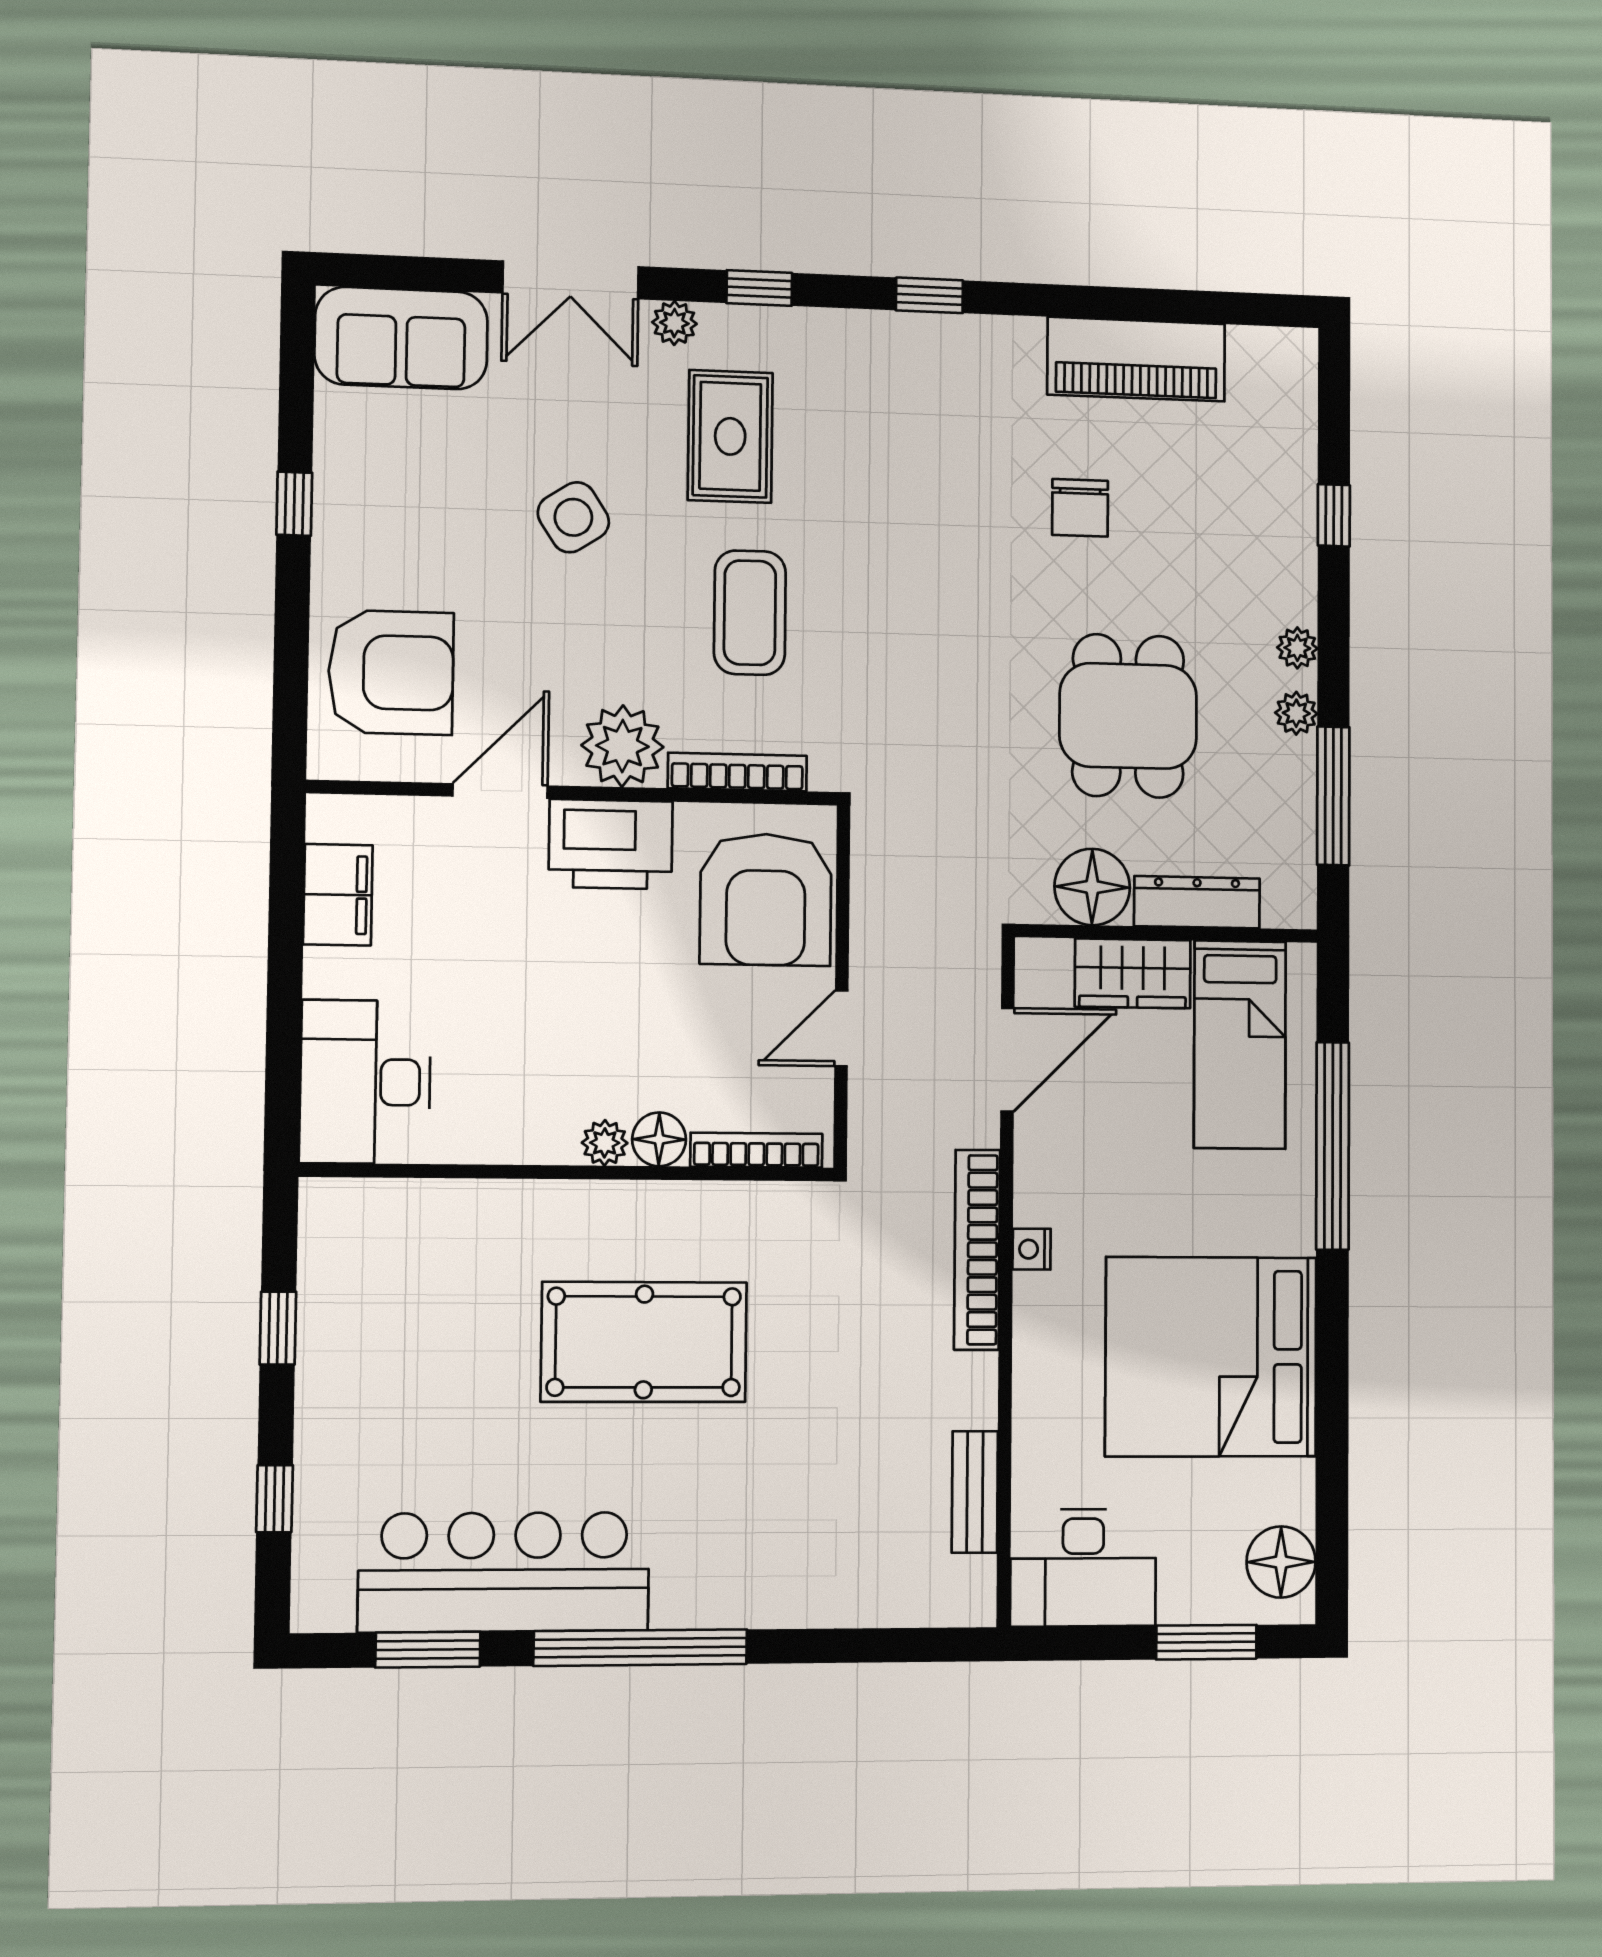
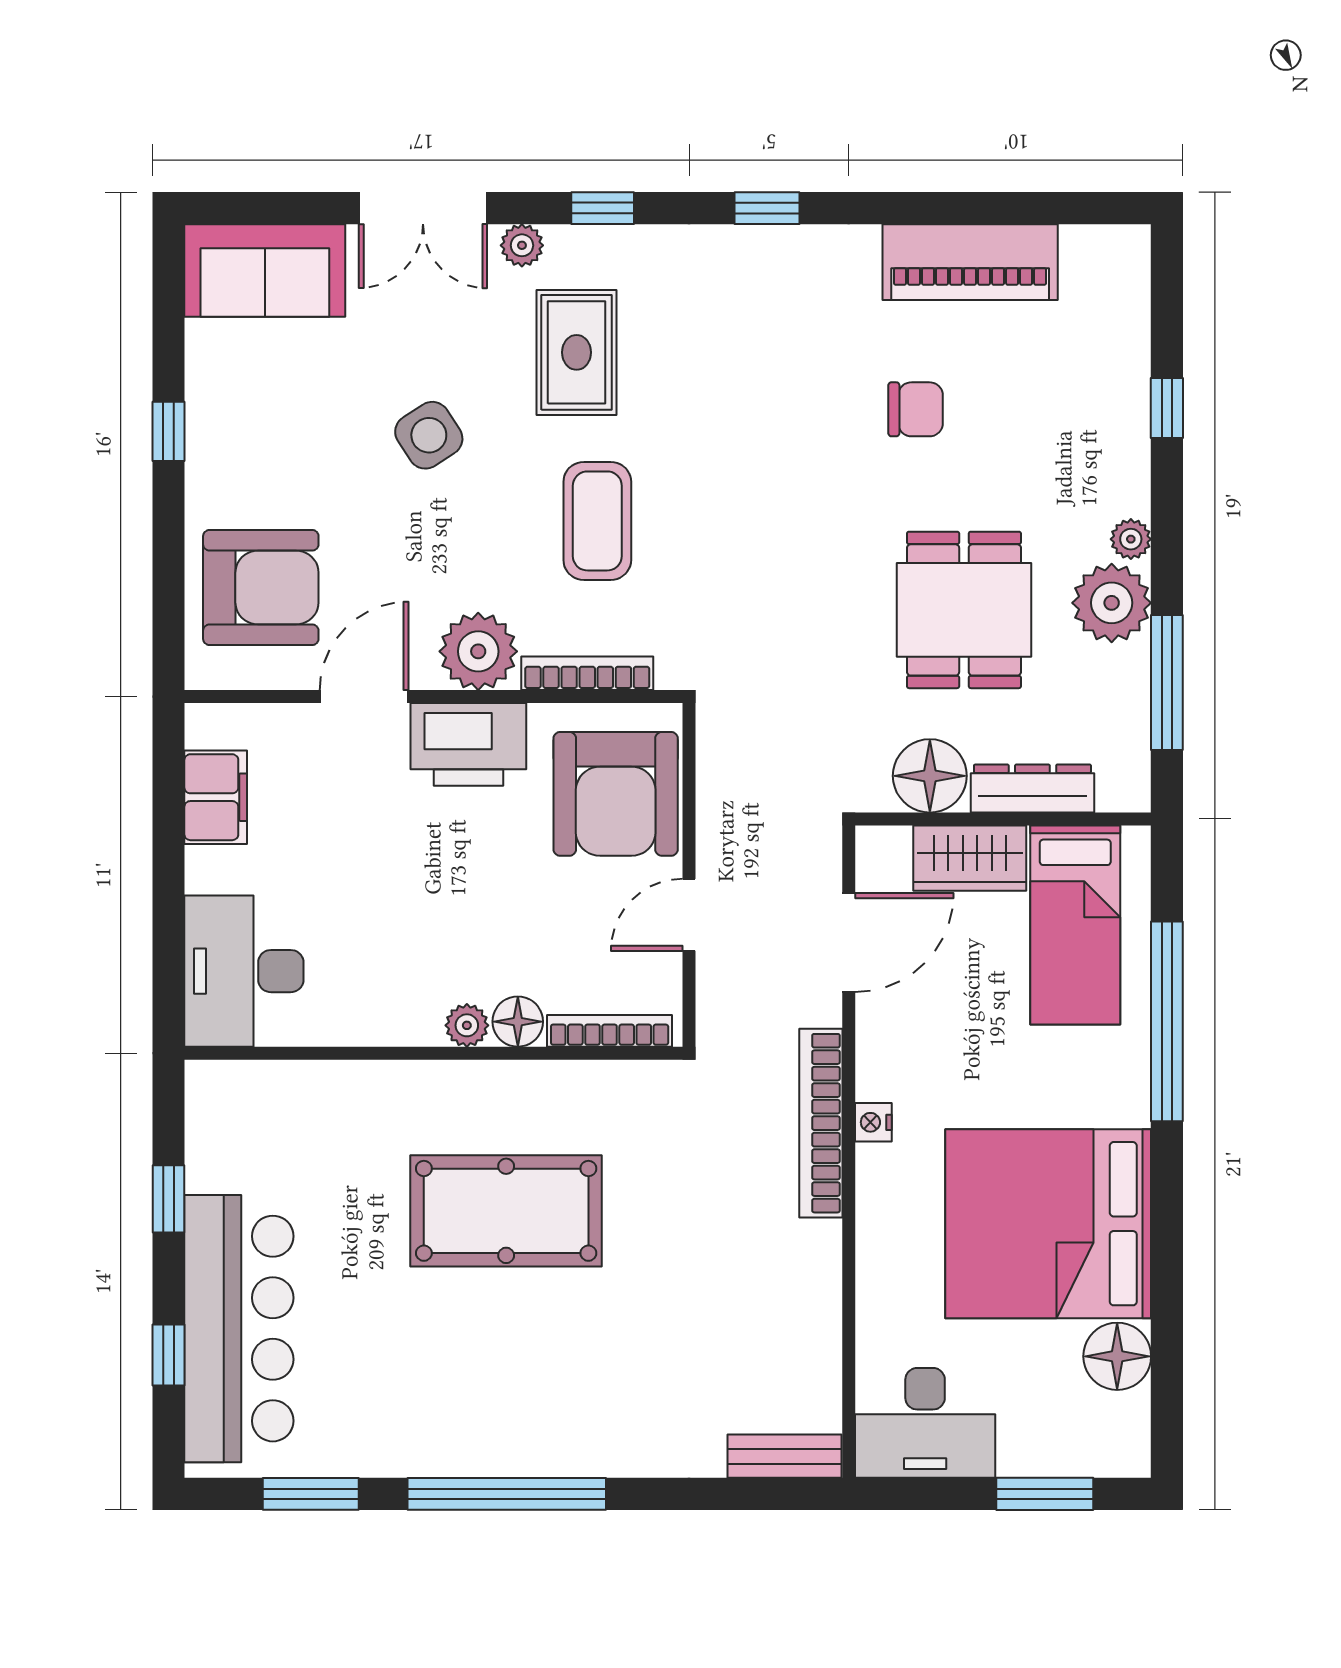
chair: (1080, 508) -> (916, 409), turned -90
plant: (1296, 713) -> (1112, 603), width x1.88, depth x1.88
bench: (975, 1492) -> (785, 1456), moved, turned 90
floor lamp: (1281, 1562) -> (1117, 1356), moved
bar counter: (504, 1572) -> (239, 1329), moved, turned 90

